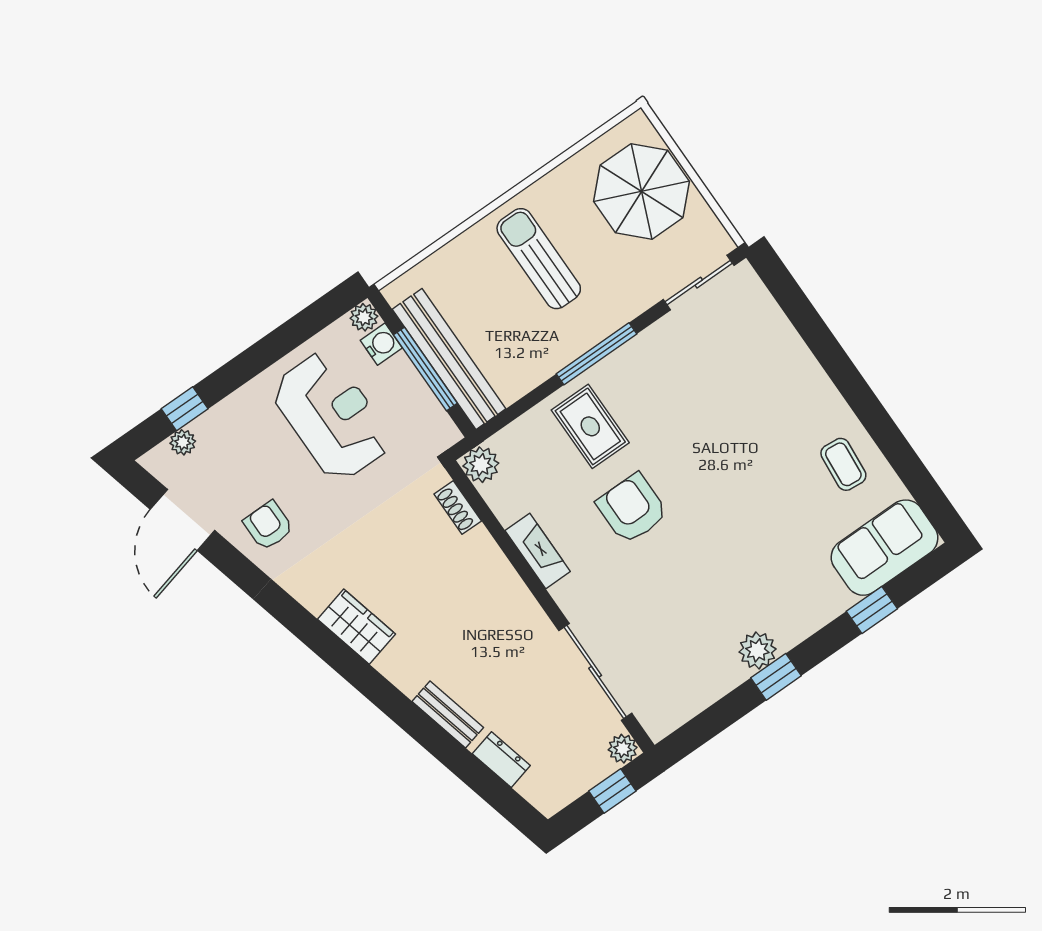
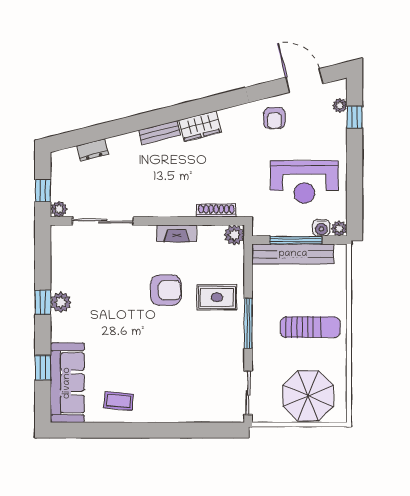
shoe rack: (458, 508) -> (216, 211), width x1.43
armchair: (268, 526) -> (274, 118), turned 90
sofa: (884, 548) -> (67, 383), width x1.36
bench: (448, 714) -> (160, 133), moved

